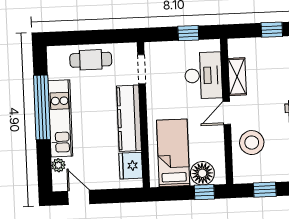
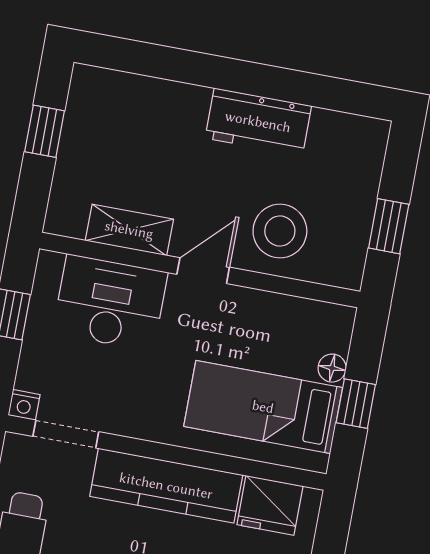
nightstand: (150, 48) -> (24, 405), added
door: (227, 113) -> (203, 271), swing flipped
floor lamp: (202, 173) -> (332, 368), width x0.53, depth x0.53
window: (204, 192) -> (356, 404), moved

